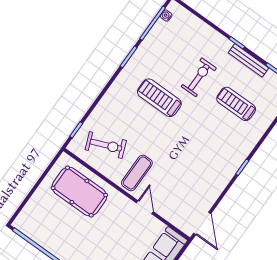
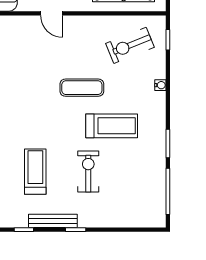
water cooler: (166, 16) -> (160, 85), moved
exercise bike: (199, 77) -> (88, 171), turned 180
treadmill: (236, 104) -> (35, 172), turned -90
exercise mat: (137, 173) -> (82, 88), moved, turned 90

